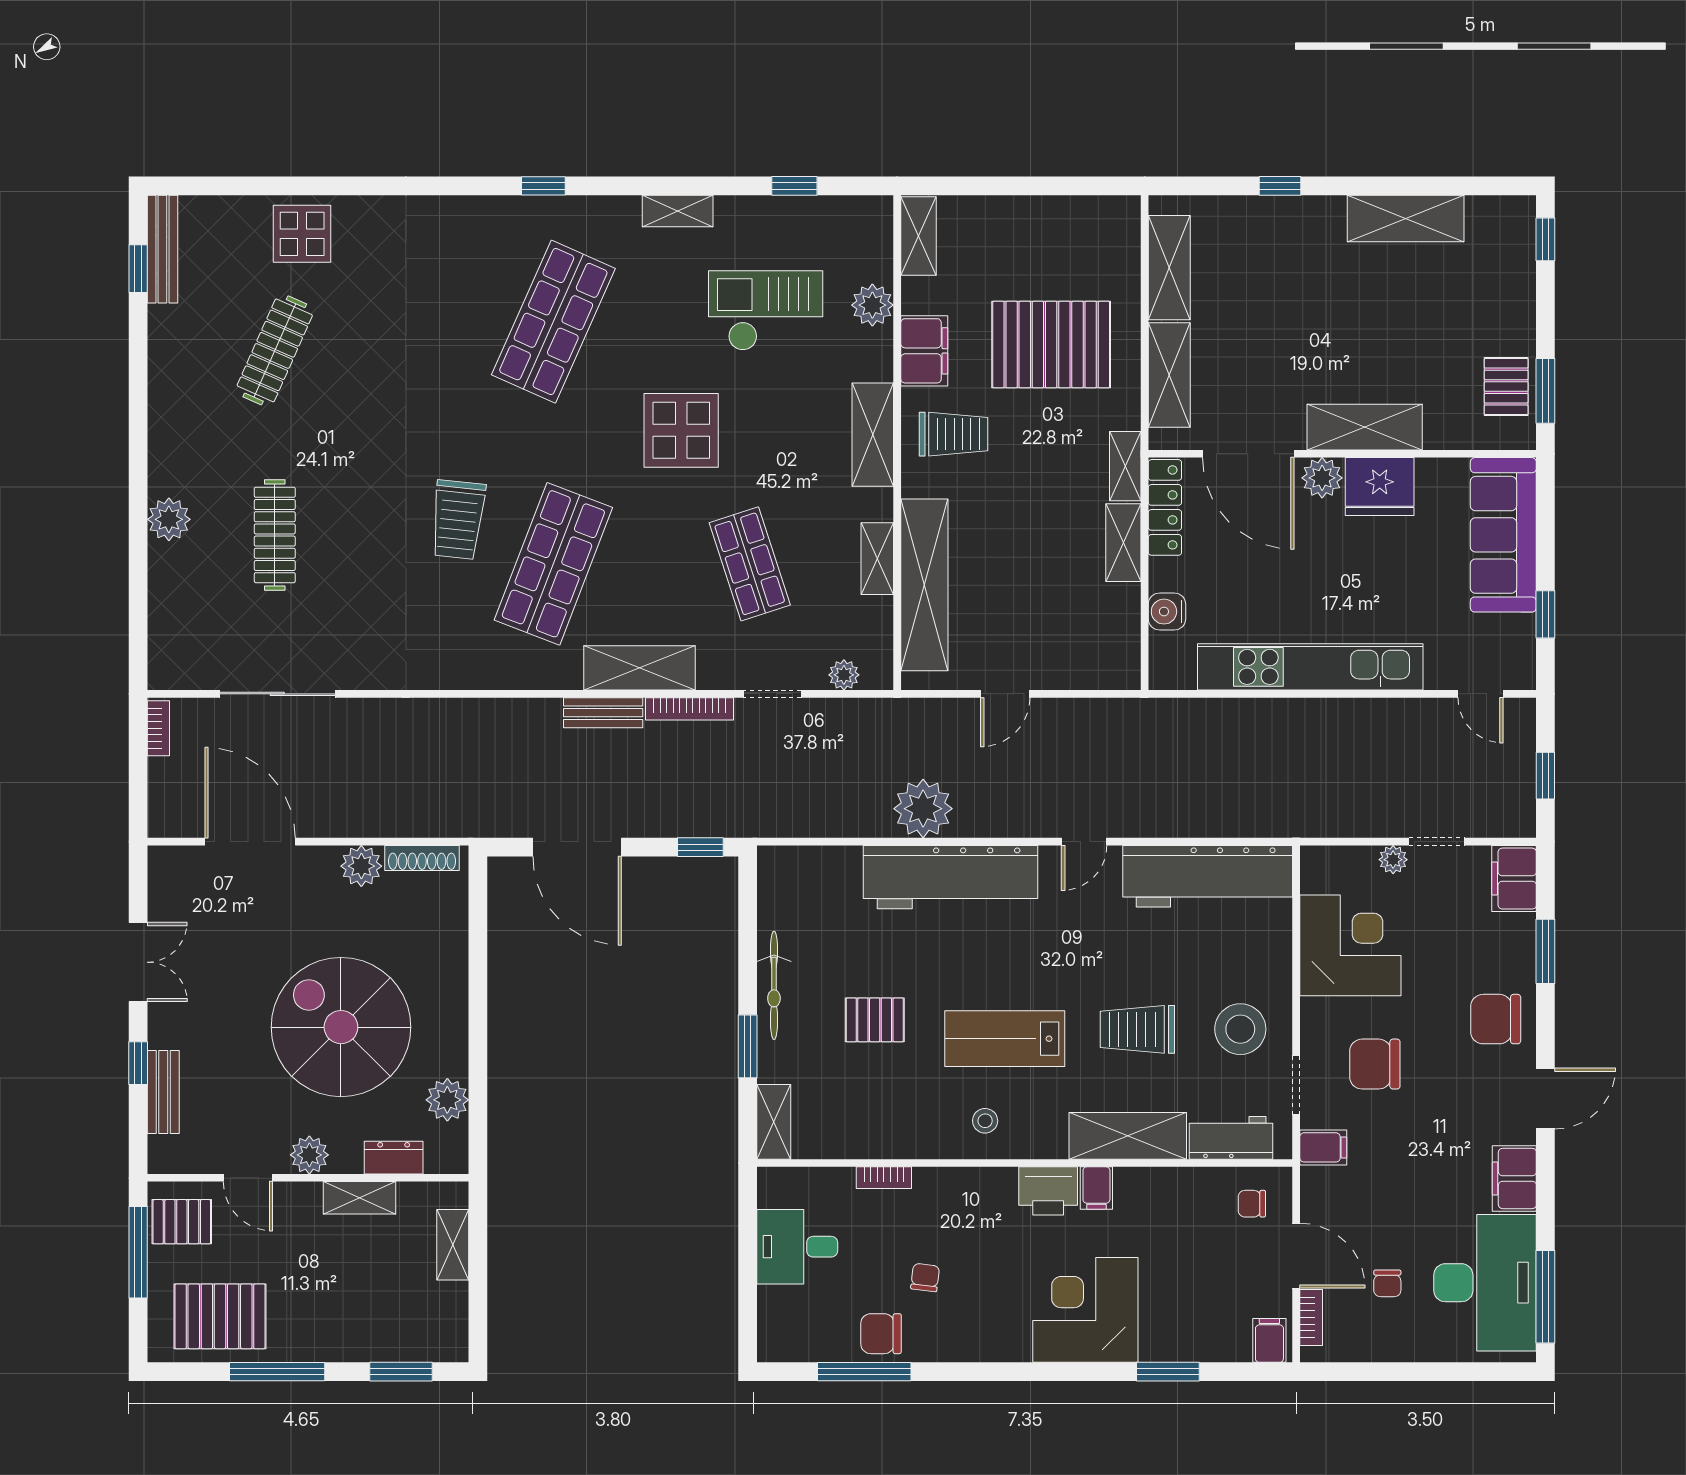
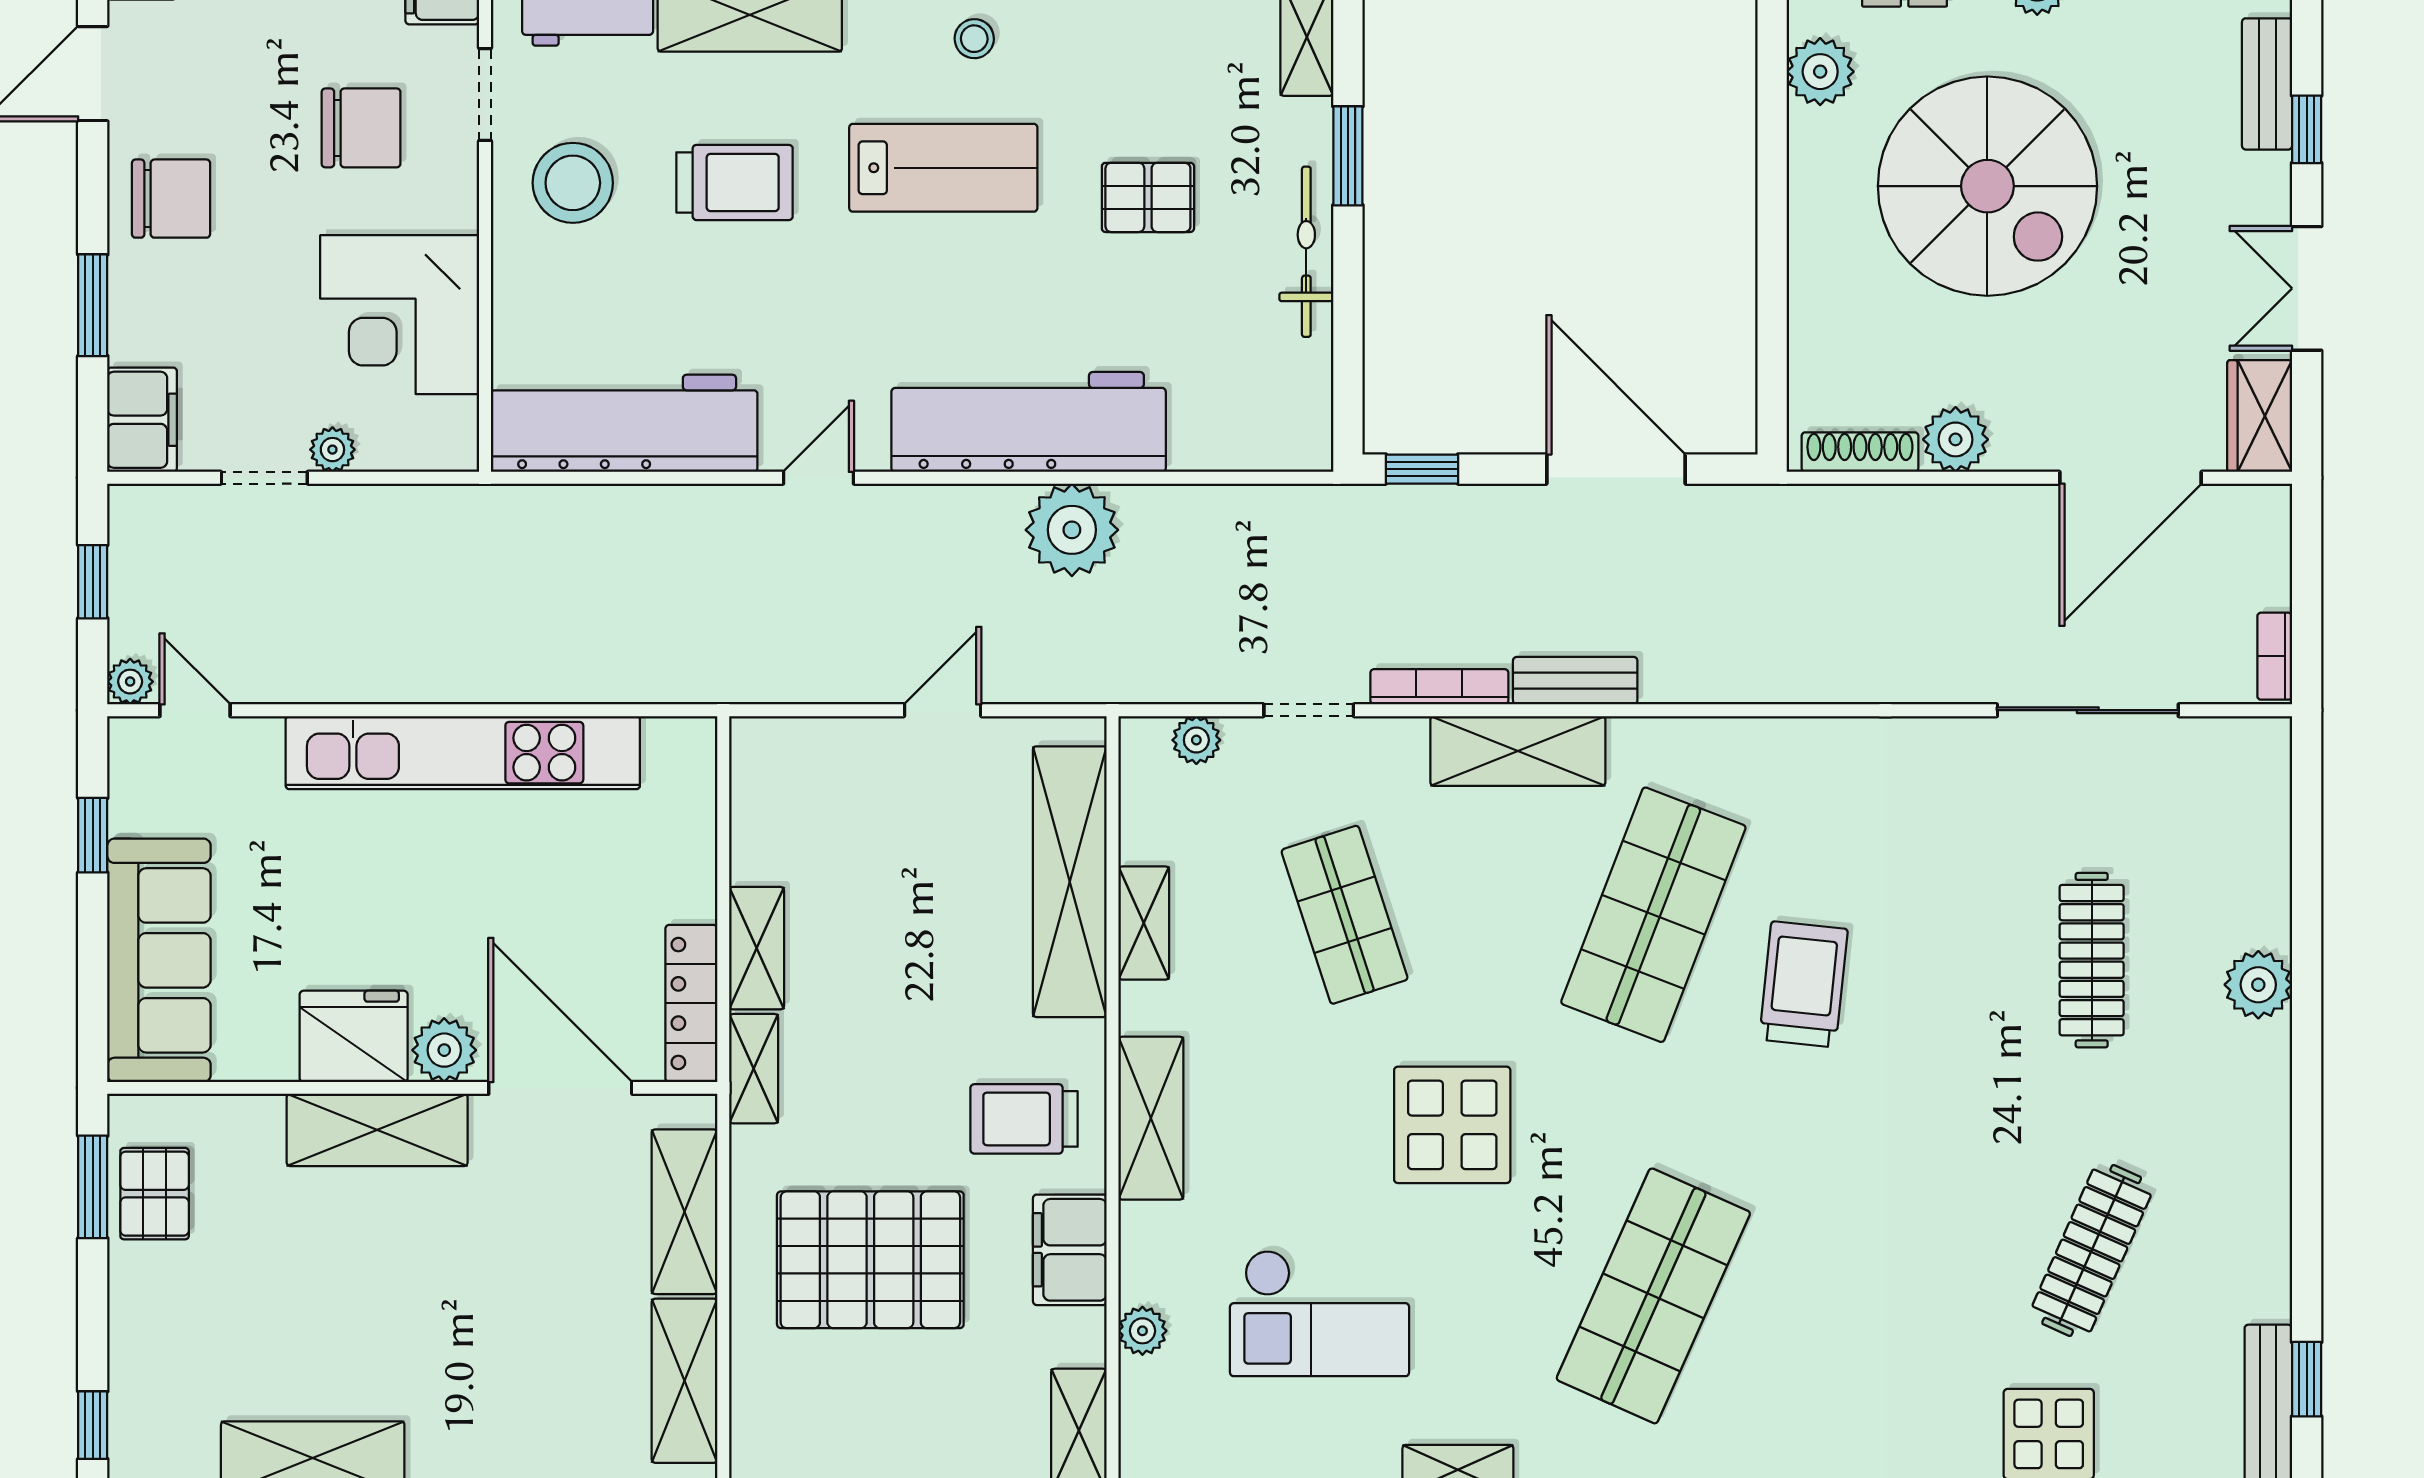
plant: (872, 305) -> (1142, 1331), width x0.73, depth x0.73
water cooler: (1167, 612) -> (688, 840), removed
plant: (1522, 712) -> (130, 682), added
door: (250, 842) -> (2130, 478), hinge flipped
wardrobe: (168, 881) -> (2260, 416), added

